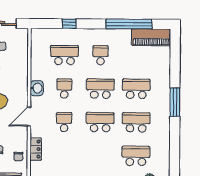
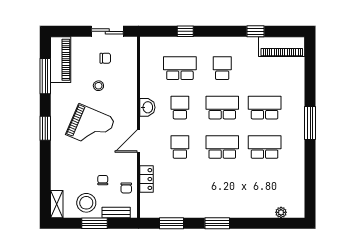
window: (129, 24) -> (256, 31), width x0.32
school desk: (136, 156) -> (265, 186), removed

